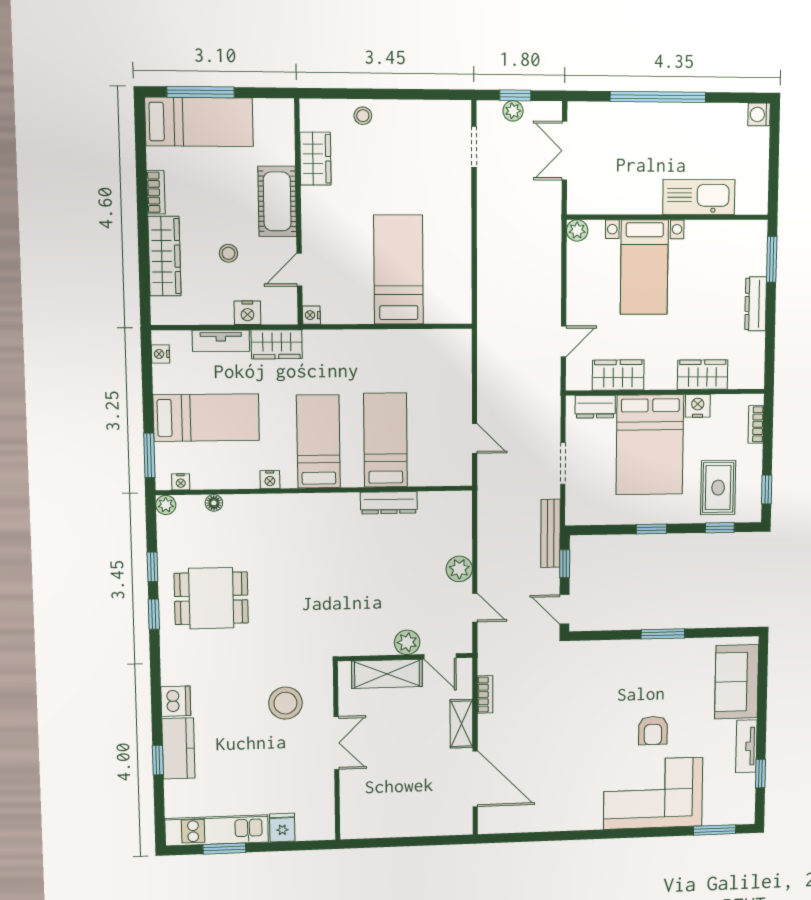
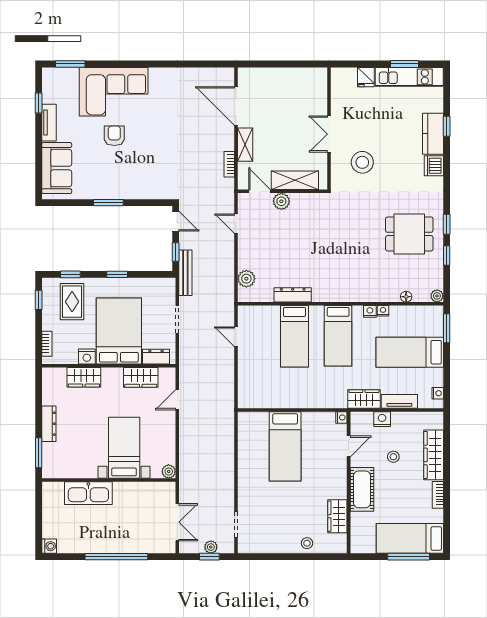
nightstand: (181, 482) -> (383, 311), moved
plant: (459, 569) -> (246, 279), moved

